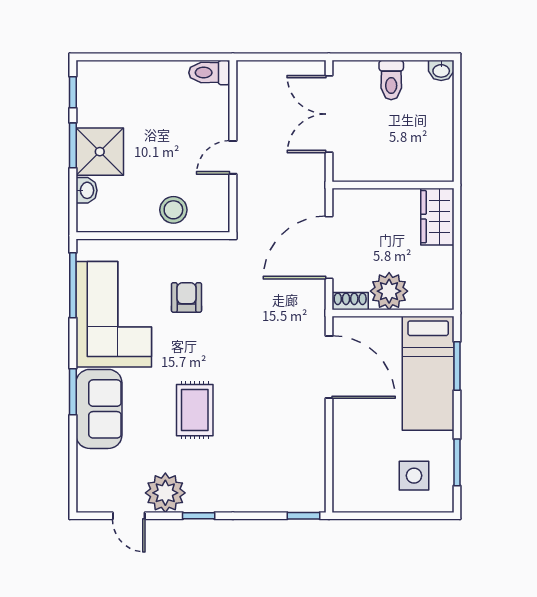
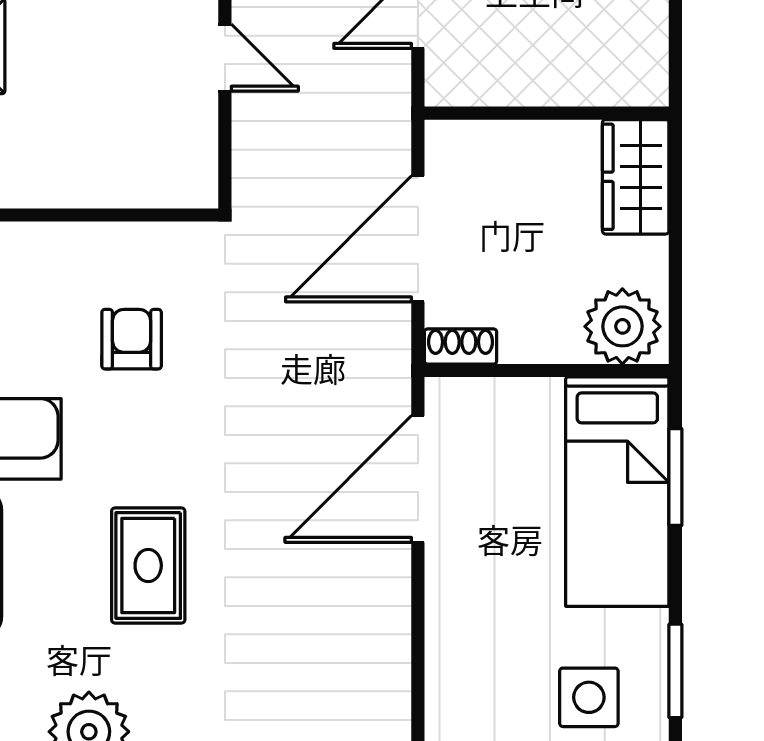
door: (233, 157) -> (225, 58), swing flipped
stool: (173, 210) -> (105, 163), removed
plant: (389, 291) -> (622, 326), moved
door: (329, 367) -> (418, 479), swing flipped

